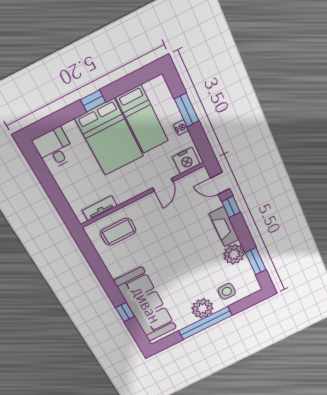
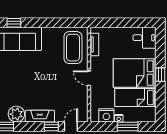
nightstand: (186, 161) -> (106, 115), moved, turned -90
door: (163, 185) -> (89, 78), moved
coffee table: (118, 232) -> (73, 48), width x1.36, depth x1.32

